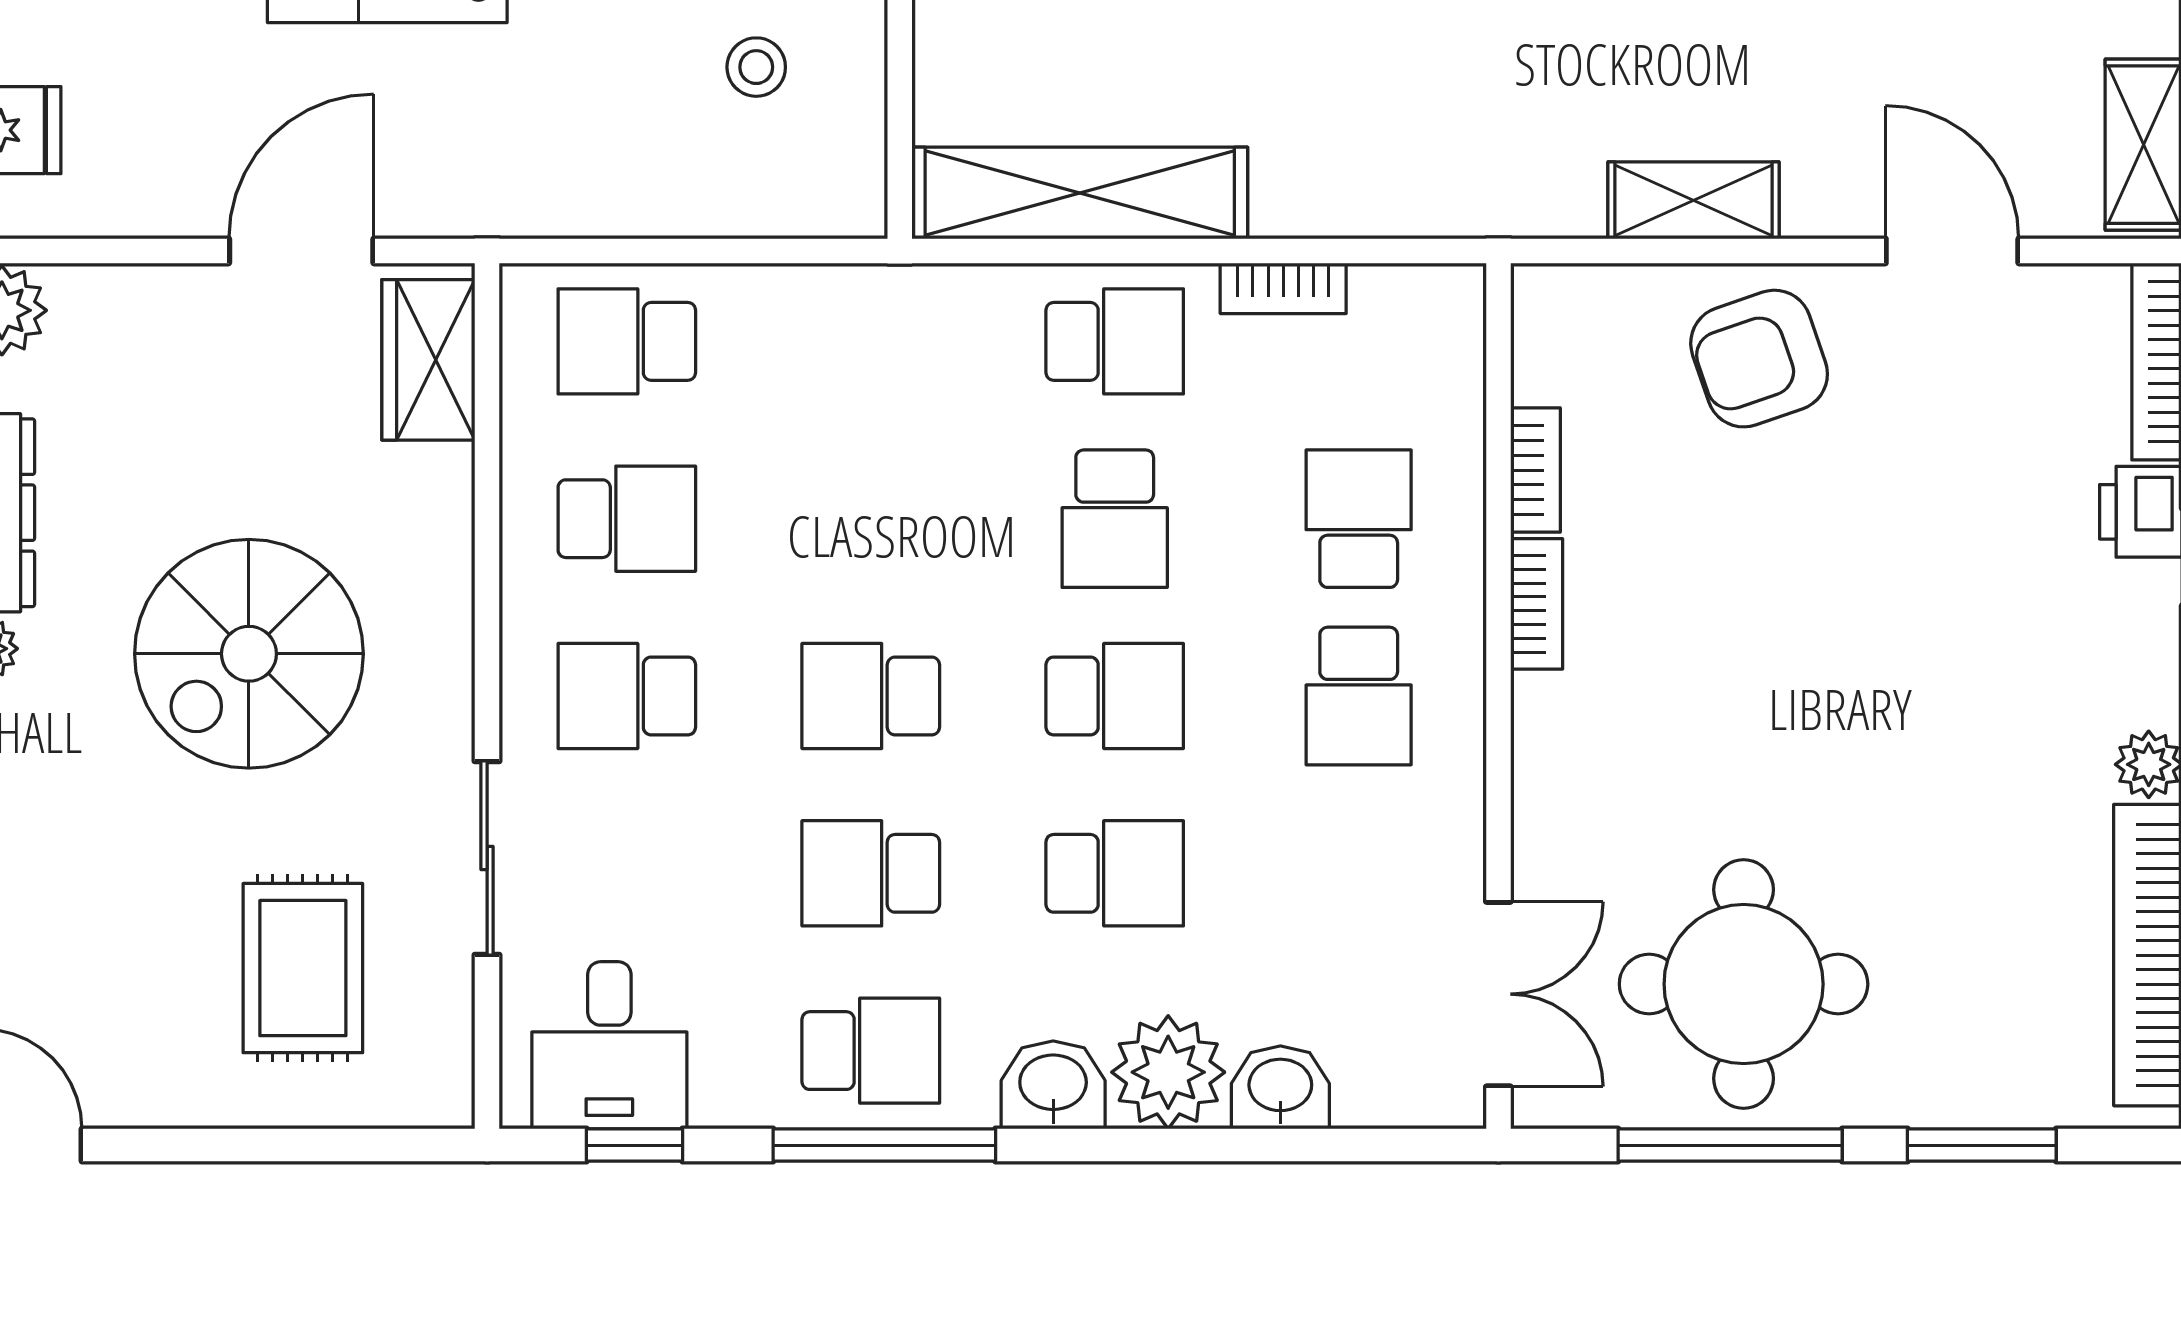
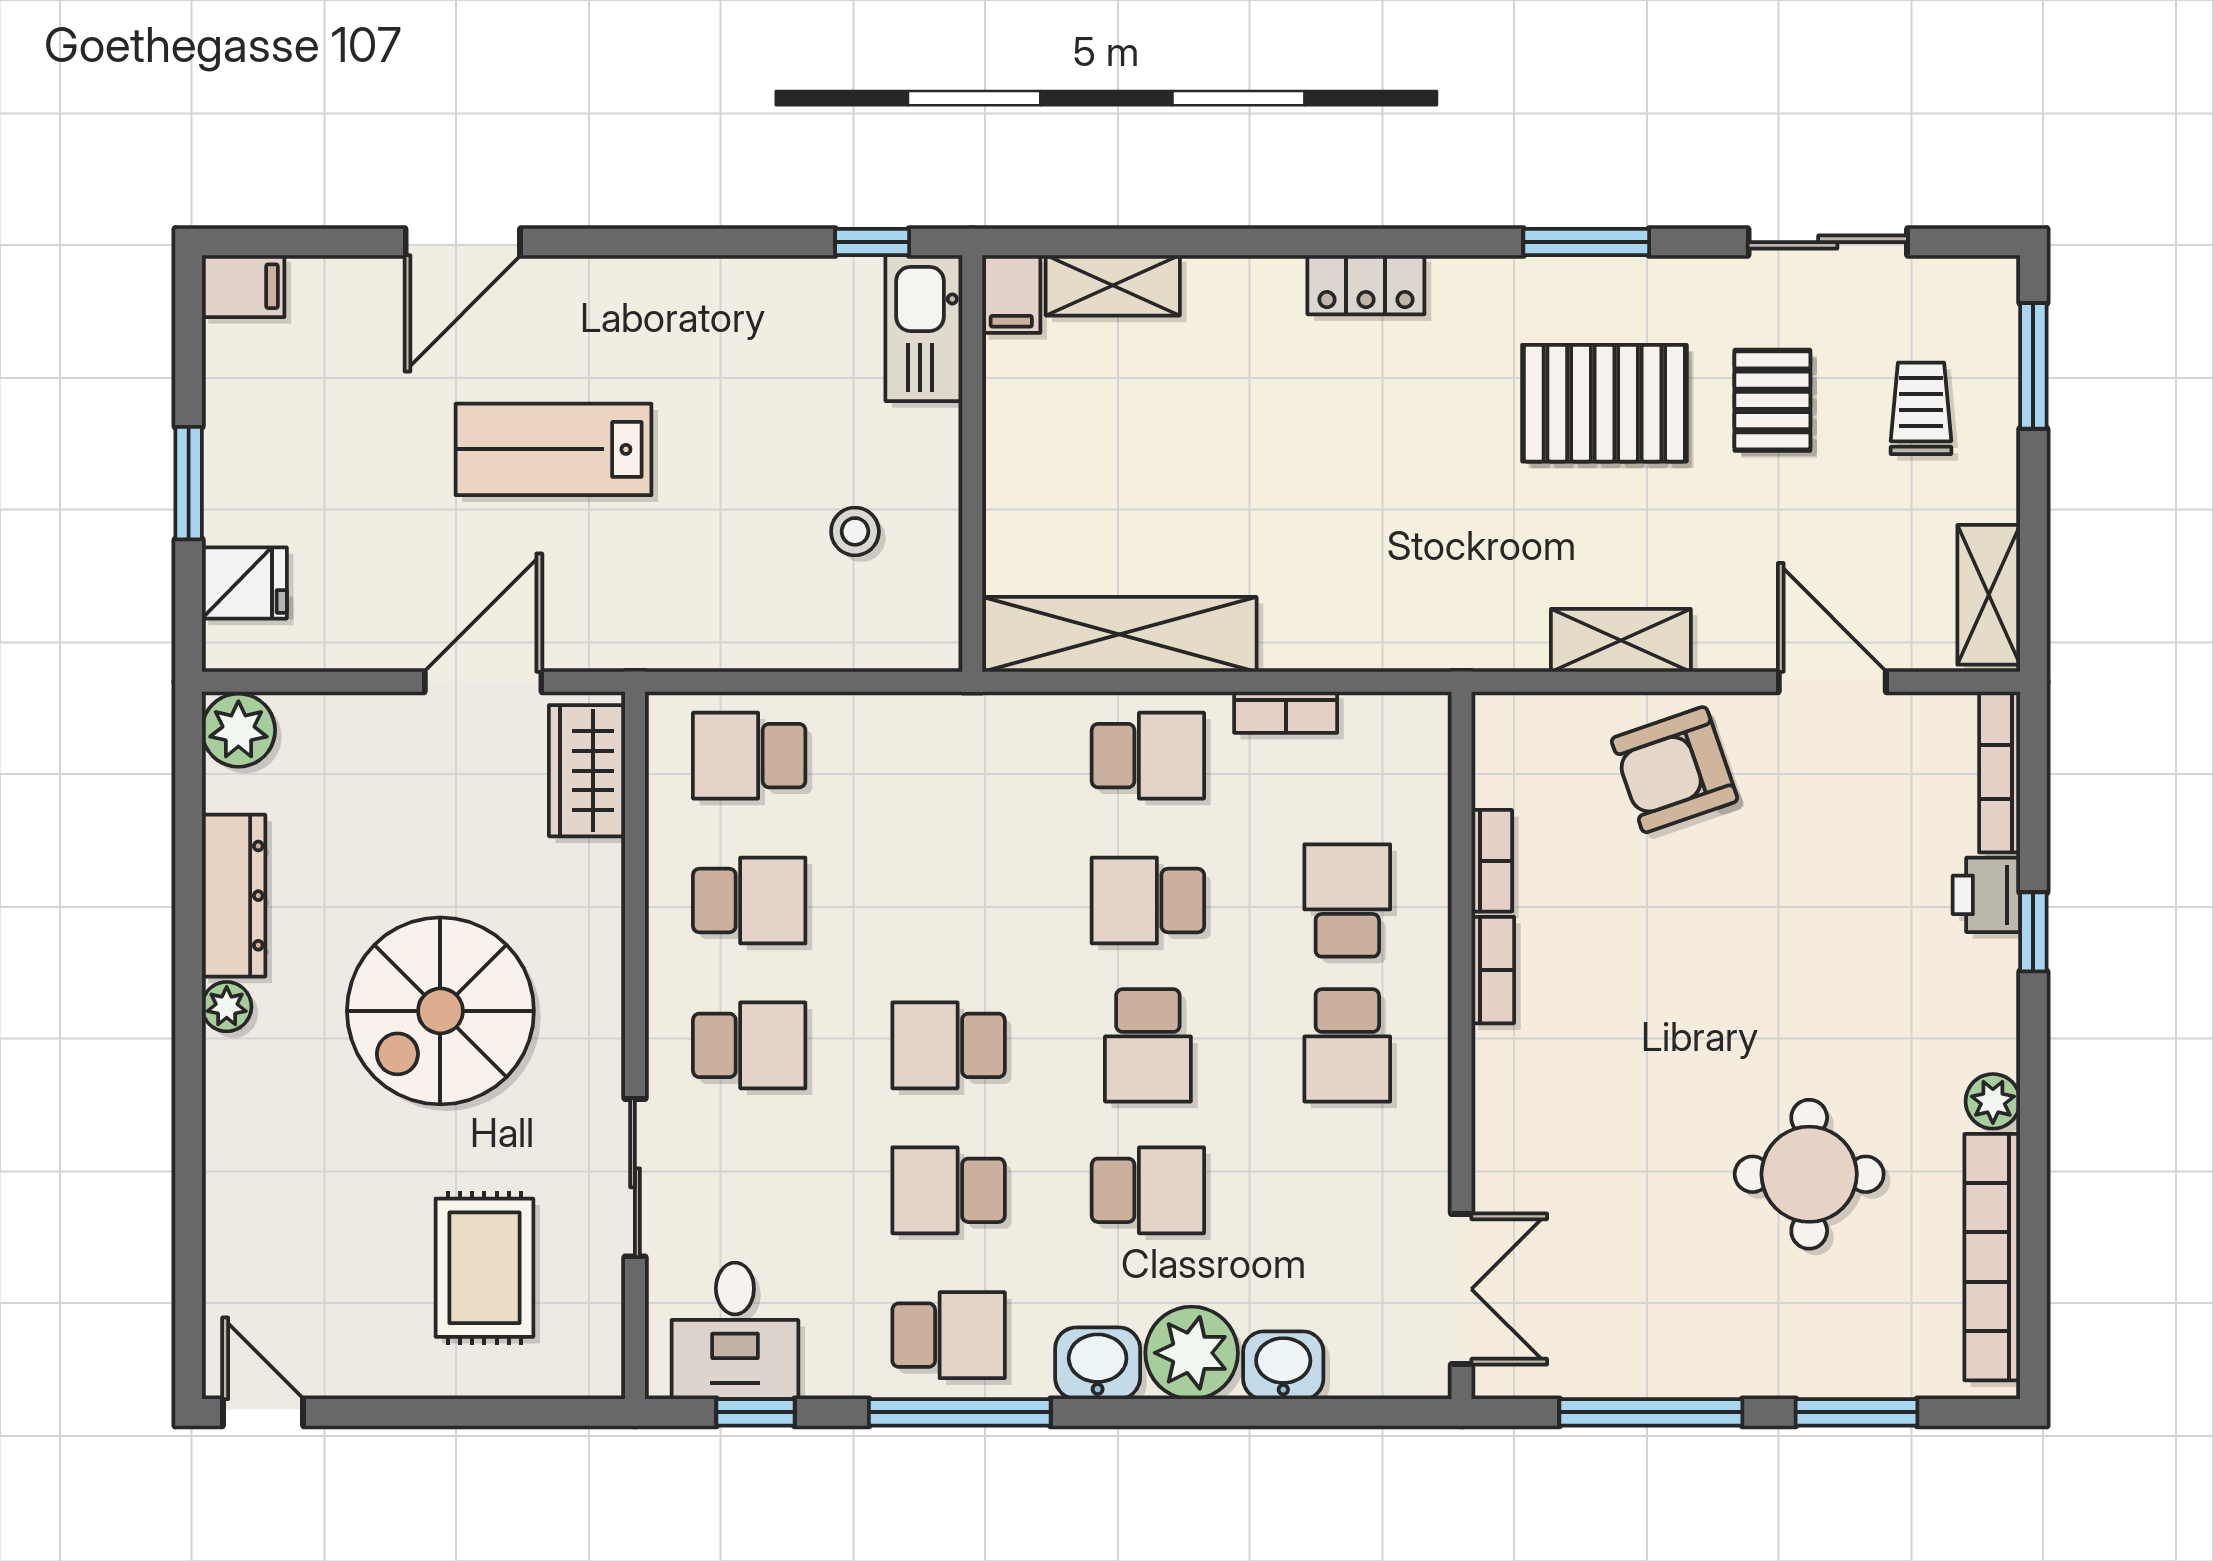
school desk: (1115, 519) -> (1148, 900), turned 90
school desk: (627, 696) -> (749, 1045), turned 180
school desk: (1115, 696) -> (1148, 1045), turned 90
round table: (1744, 984) -> (1809, 1174), moved, width x0.73, depth x0.73

